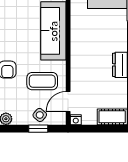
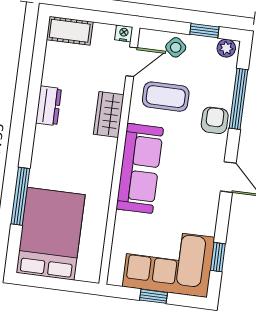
wardrobe: (79, 64) -> (109, 114), added
window: (38, 129) -> (204, 31), moved

